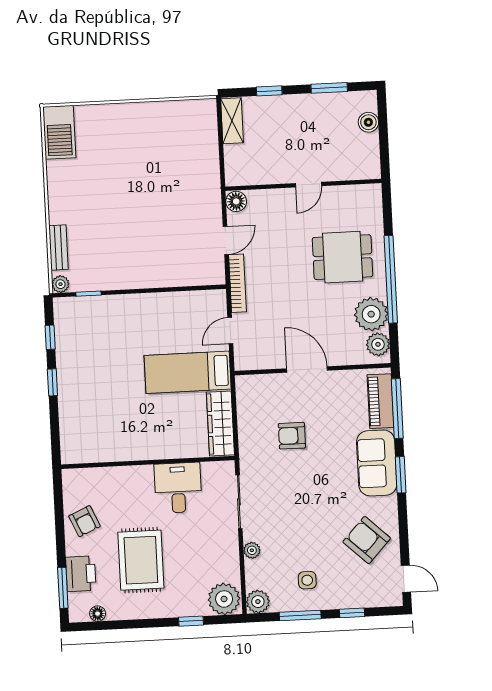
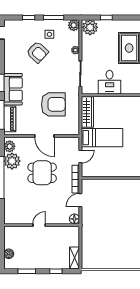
dining table: (343, 257) -> (42, 173), moved
armchair: (292, 436) -> (53, 104), width x1.88, depth x1.88
armchair: (367, 540) -> (37, 52), moved

